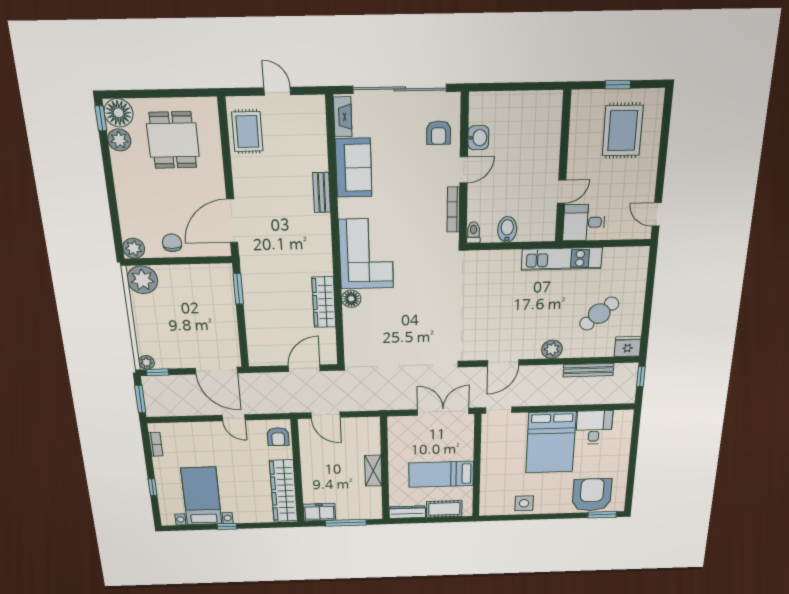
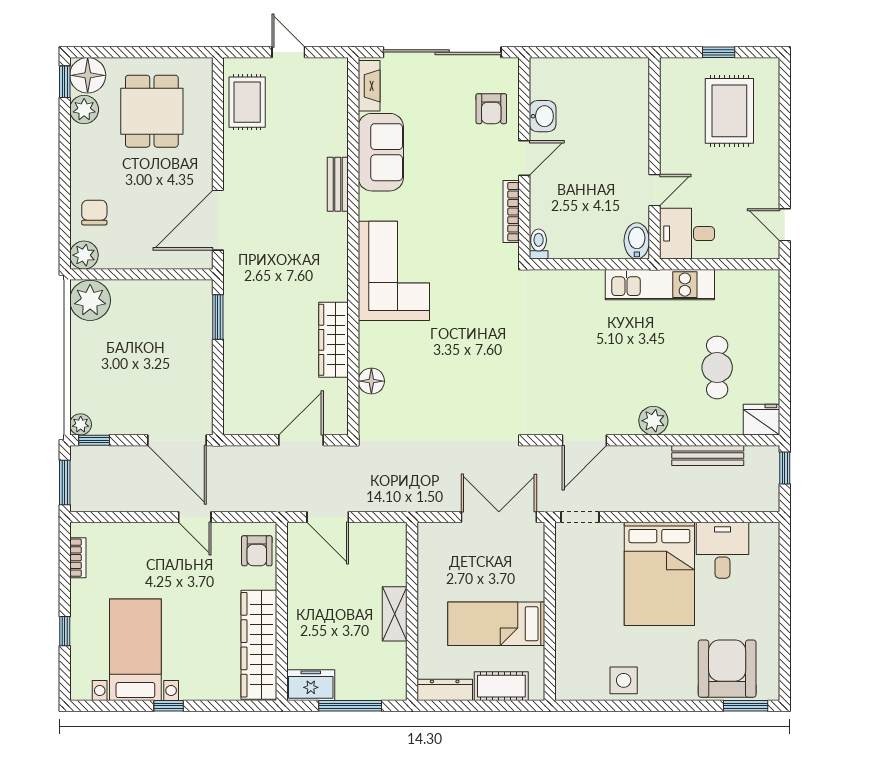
bidet: (507, 229) -> (637, 241), moved
chair: (172, 243) -> (94, 213), moved
floor lamp: (351, 299) -> (371, 381), moved
cafe table: (599, 314) -> (717, 367), turned -48

